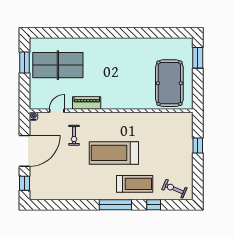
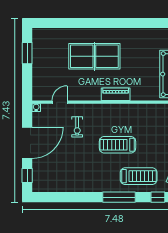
table tennis table: (58, 65) -> (94, 56), moved
piano: (87, 103) -> (116, 94), moved
treadmill: (114, 153) -> (118, 145), width x0.73, depth x0.73

